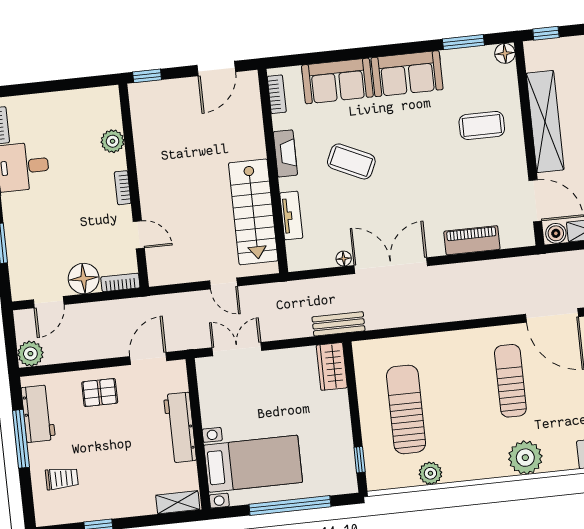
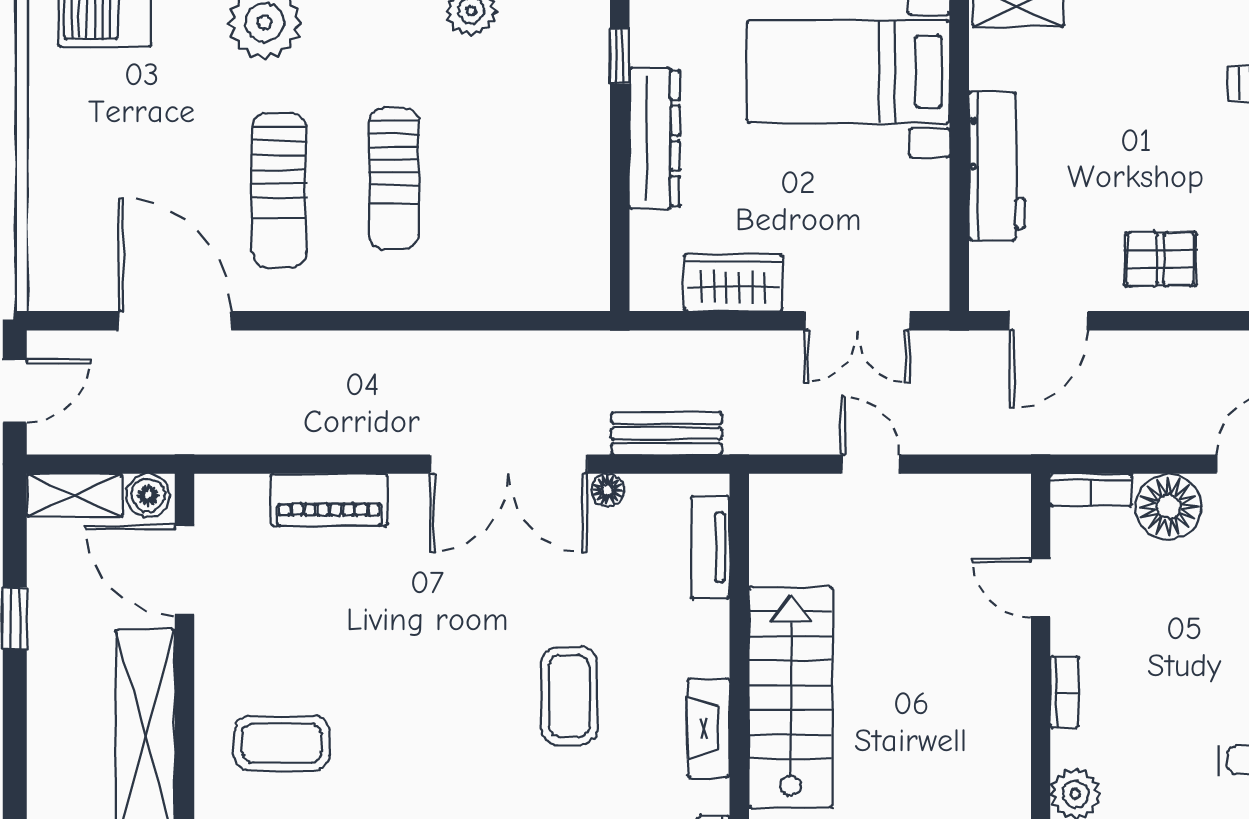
coffee table: (351, 161) -> (569, 696), turned 65
stairs: (253, 212) -> (791, 697), moved
tv unit: (291, 216) -> (710, 547), moved
bench: (338, 324) -> (666, 433), moved
wardrobe: (332, 366) -> (733, 283), moved, turned -90
sun lounger: (406, 409) -> (394, 179), moved, width x0.73, depth x0.75
dresser: (339, 424) -> (654, 138), added

